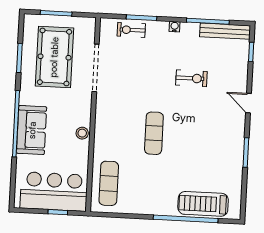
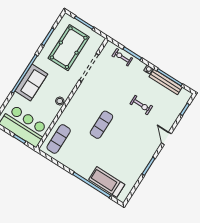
bench: (225, 31) -> (166, 82), moved

